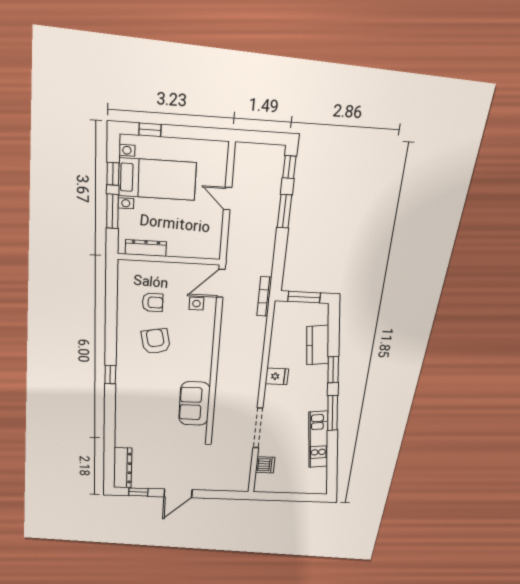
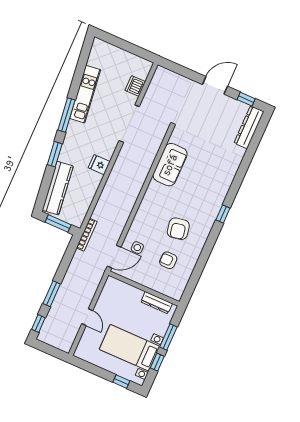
kitchen counter: (318, 345) -> (58, 188), width x1.50

